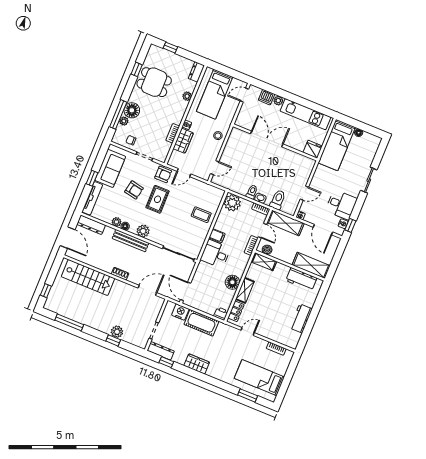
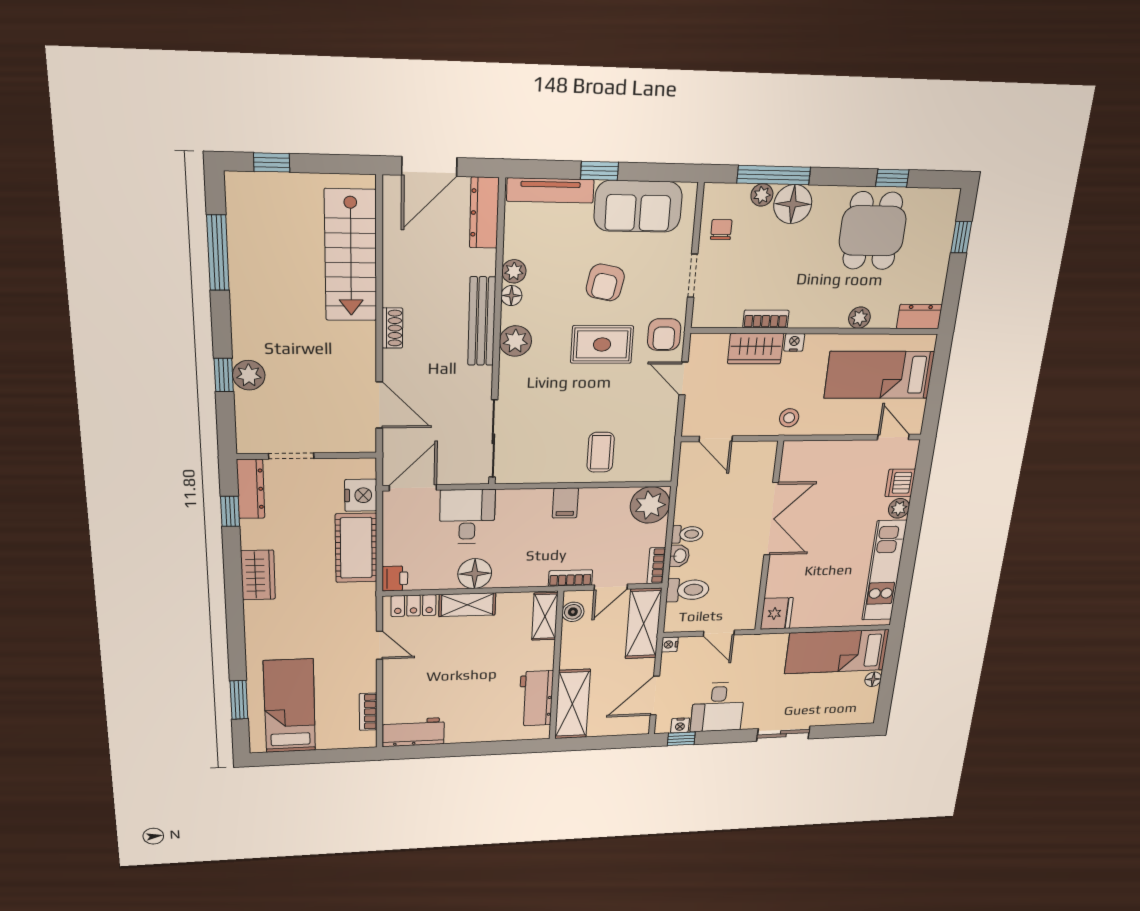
double door: (267, 139) -> (771, 519), moved
wall: (275, 142) -> (769, 538), moved
fridge: (313, 149) -> (777, 613), moved
desk: (215, 254) -> (467, 517), moved
workbench: (301, 318) -> (413, 732), moved

